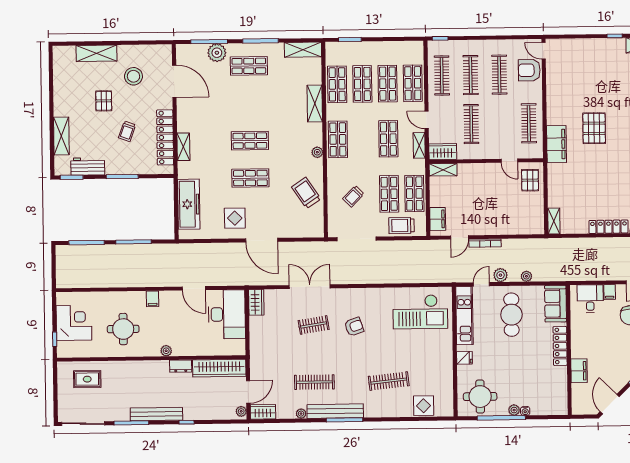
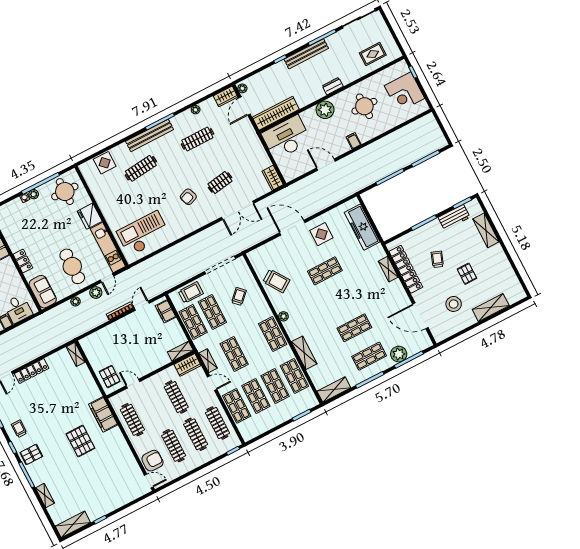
shop shelf: (250, 141) -> (354, 328), moved
desk: (227, 314) -> (286, 138), moved, turned 90
locker: (560, 346) -> (23, 261), width x0.66
plant: (166, 351) -> (325, 110), width x1.88, depth x1.88
fridge: (464, 358) -> (90, 216), width x1.88, depth x1.34
dresser: (181, 366) -> (333, 86), moved
bench: (335, 411) -> (150, 135), moved

